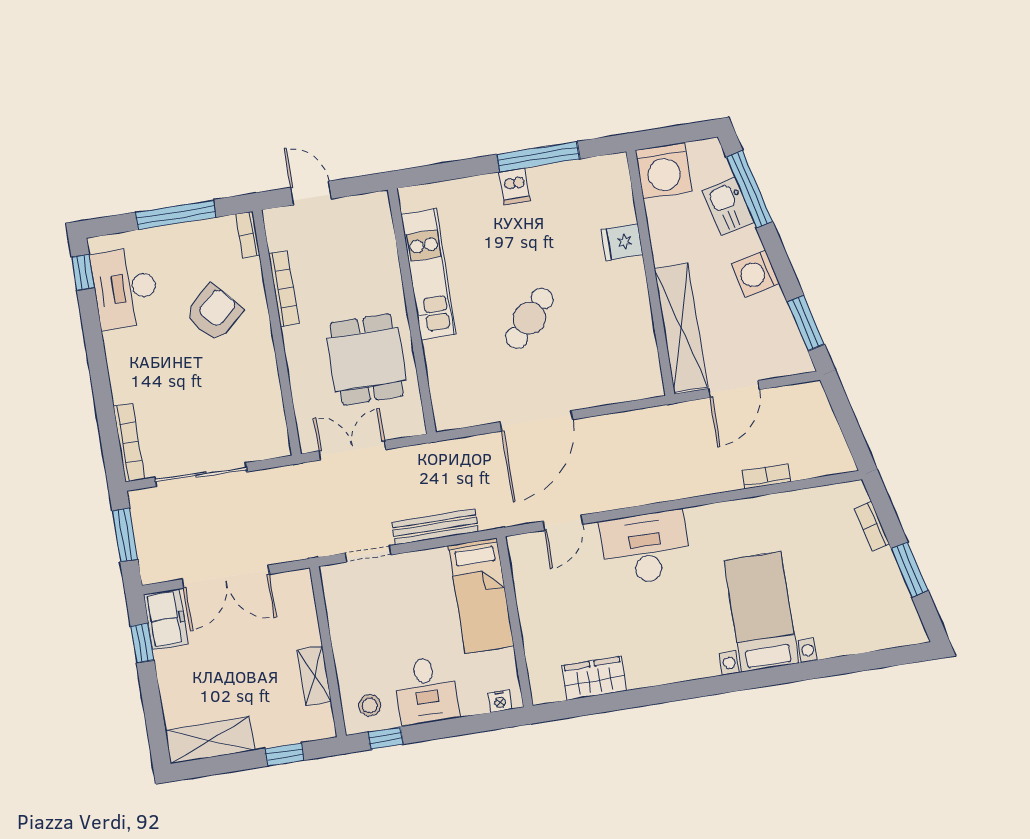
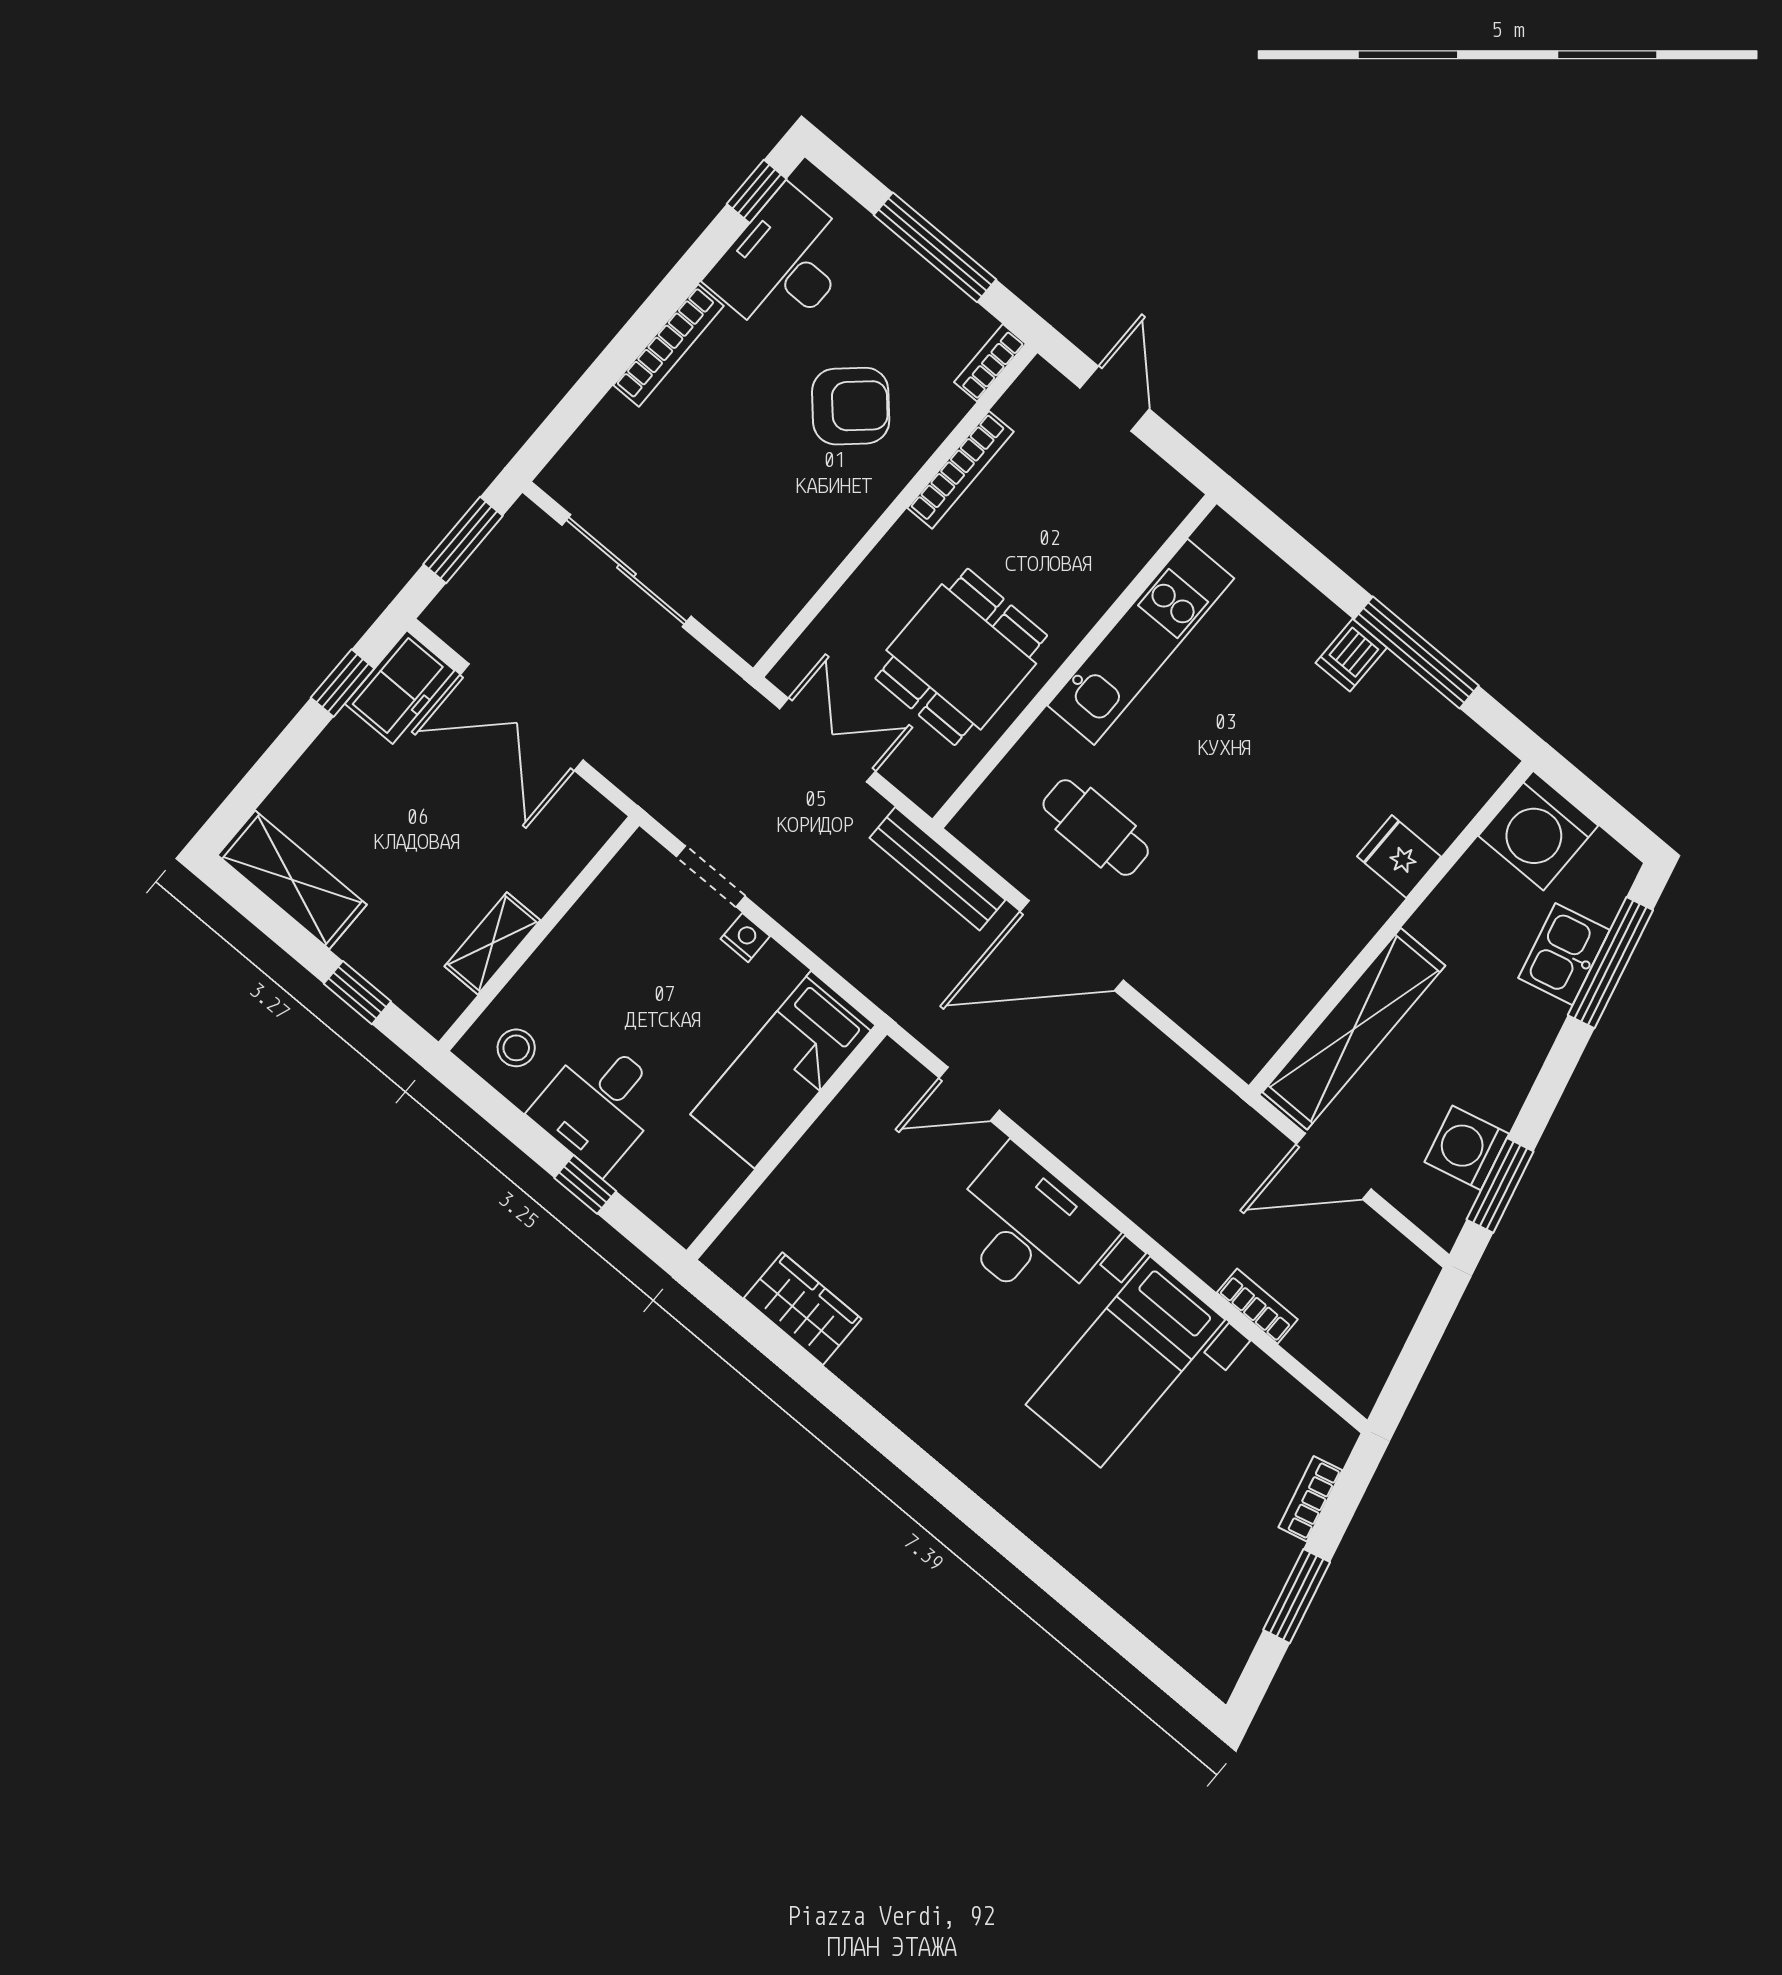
washing machine: (756, 274) -> (1467, 1148), moved
cafe table: (529, 318) -> (1096, 828), moved, turned 48
bookcase: (129, 443) -> (669, 345), moved
bench: (435, 527) -> (937, 869), moved
bed with nightstands: (761, 612) -> (1125, 1362), moved, turned 180
nightstand: (500, 701) -> (745, 938), moved, turned 180
window: (386, 738) -> (585, 1184), moved

